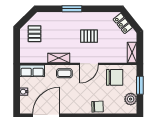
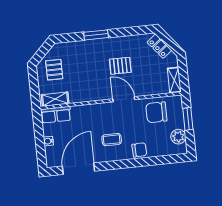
shelving: (59, 58) -> (55, 99), moved
door: (89, 64) -> (124, 99), swing flipped
coffee table: (64, 73) -> (112, 140), moved
chair: (115, 77) -> (156, 112), turned 180

